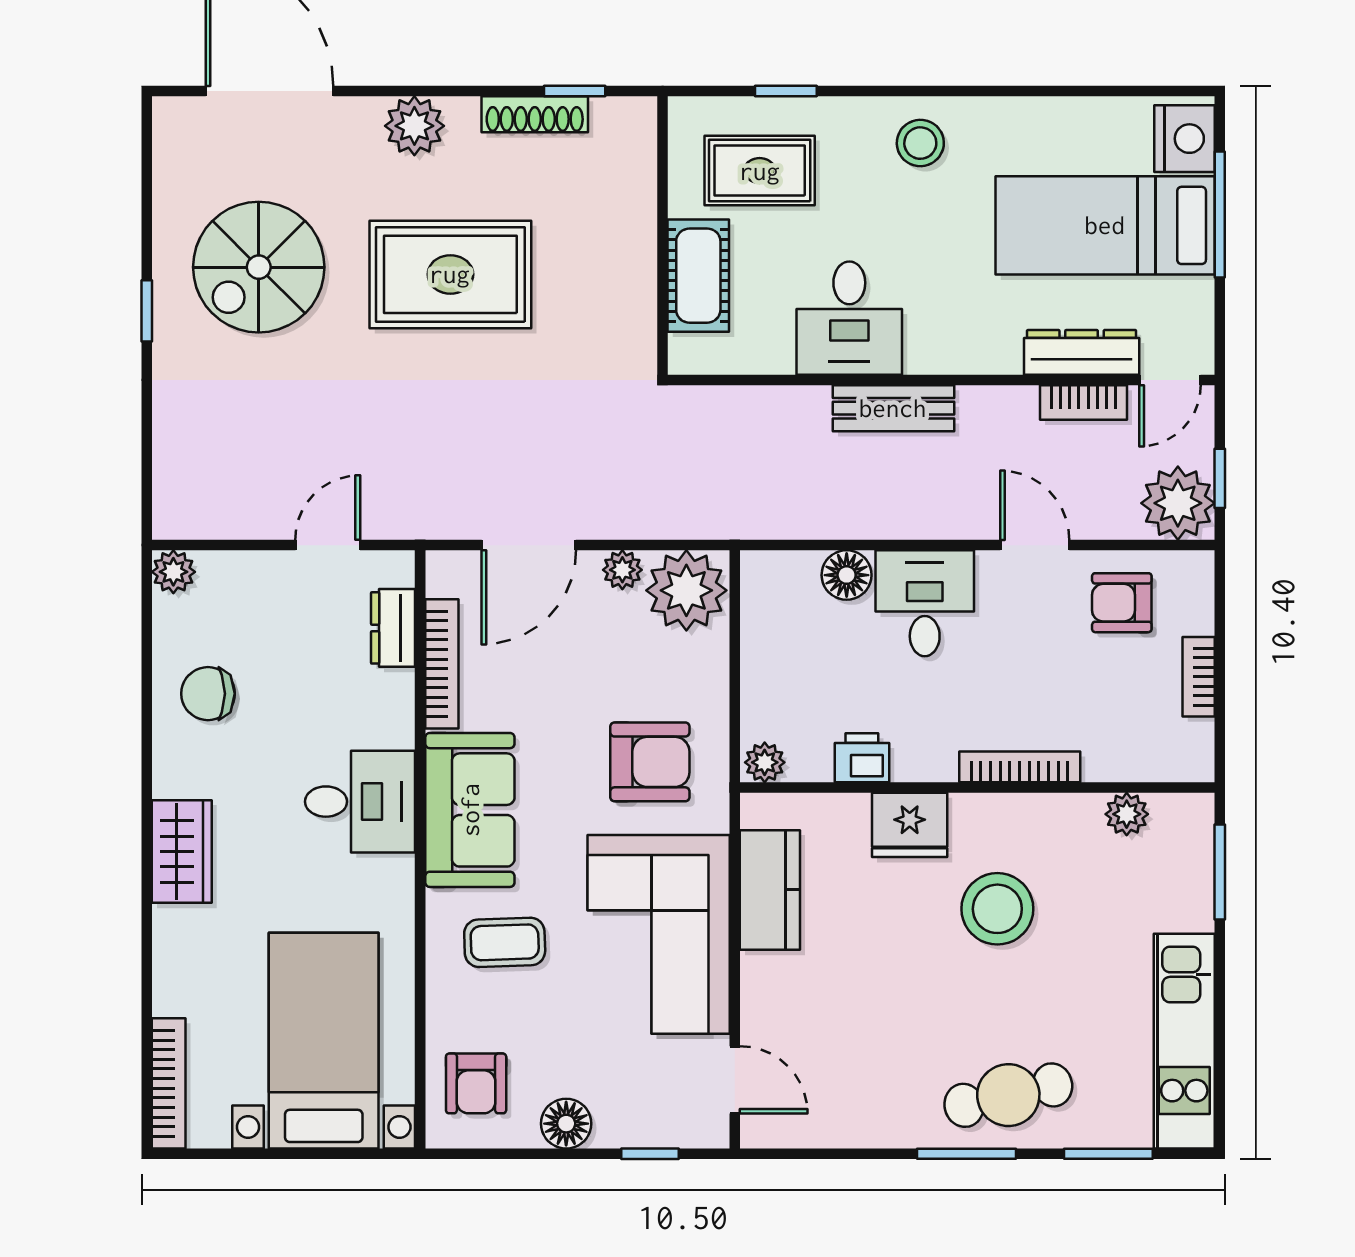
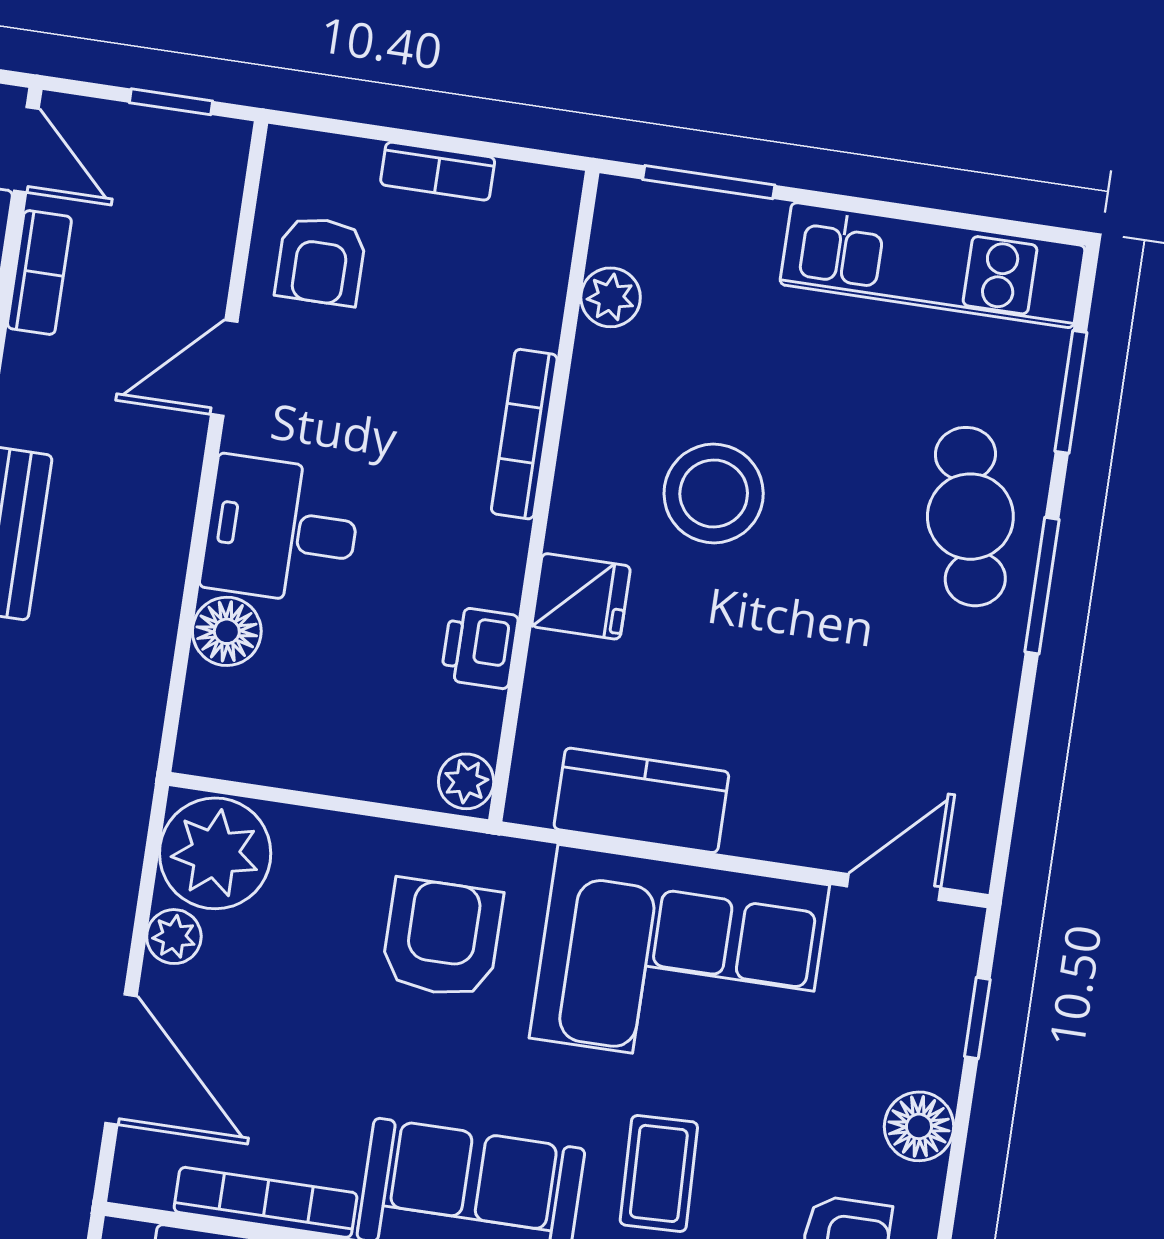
plant: (1178, 503) -> (196, 164), removed
fridge: (910, 825) -> (581, 596), width x0.72

